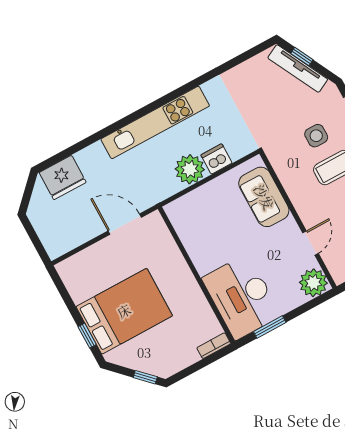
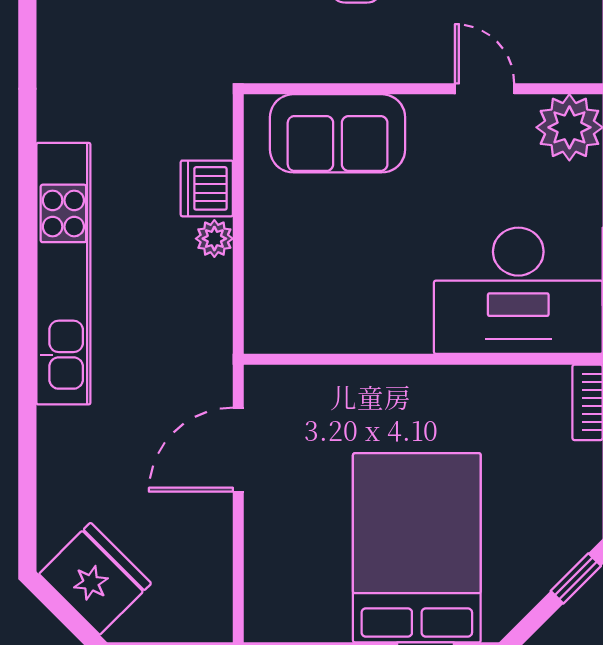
plant: (190, 169) -> (214, 239), width x0.53, depth x0.53
fridge: (63, 177) -> (95, 579), moved, turned -45

